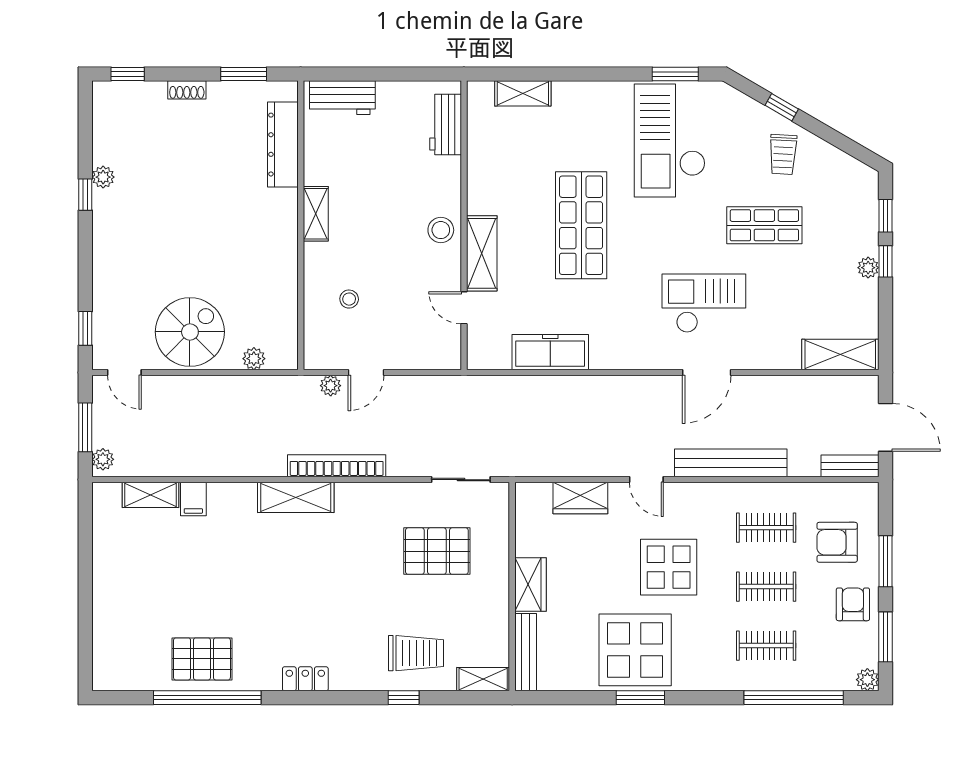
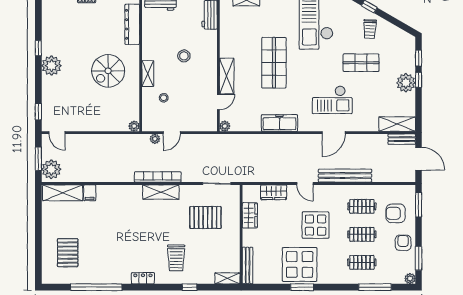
plant: (103, 177) -> (51, 66), moved, width x1.87, depth x1.87
shelving: (316, 214) -> (148, 74), moved
stool: (441, 230) -> (184, 56), moved
plant: (868, 268) -> (406, 83), width x1.87, depth x1.87
checkout: (704, 303) -> (332, 100), turned 180
door: (464, 308) -> (218, 102), swing flipped
spiral stairs: (190, 332) -> (108, 71), moved, turned 180
freezer: (550, 352) -> (280, 123), moved
plant: (254, 359) -> (134, 126), moved
plant: (478, 359) -> (225, 126), added
plant: (103, 459) -> (51, 169), width x1.88, depth x1.88
bench: (850, 466) -> (402, 139), moved
shelving: (150, 495) -> (63, 193), width x1.50, depth x1.33
shelving: (296, 497) -> (161, 192), moved
window: (886, 561) -> (419, 205), moved
wardrobe: (530, 584) -> (250, 215), moved
trolley: (416, 653) -> (176, 258), moved, turned 90
pallet: (202, 659) -> (68, 253), moved, turned 90
window: (794, 698) -> (375, 287), width x0.68

